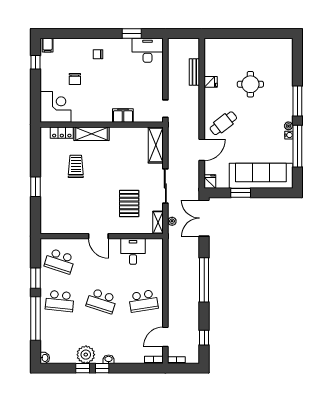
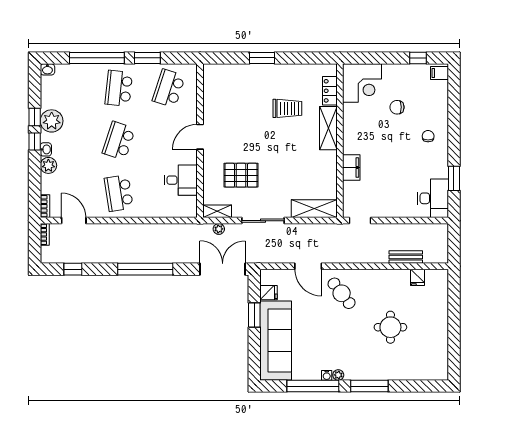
fridge: (211, 82) -> (417, 277), moved
fridge: (210, 181) -> (269, 293), moved
plant: (121, 357) -> (48, 165), added

